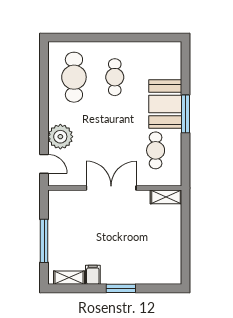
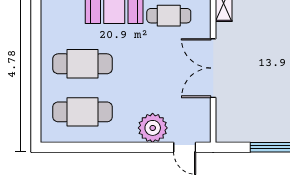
cafe table: (115, 77) -> (83, 64), width x1.37, depth x1.35
door: (44, 164) -> (185, 147), swing flipped

